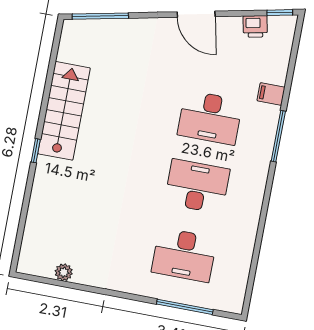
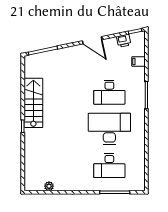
filing cabinet: (271, 94) -> (138, 61), moved
desk: (197, 186) -> (109, 129), width x1.36, depth x1.30

